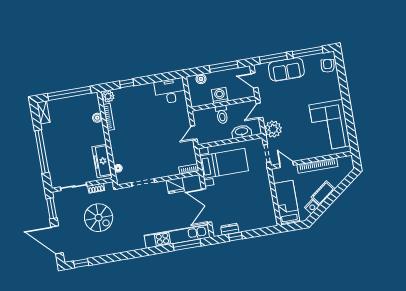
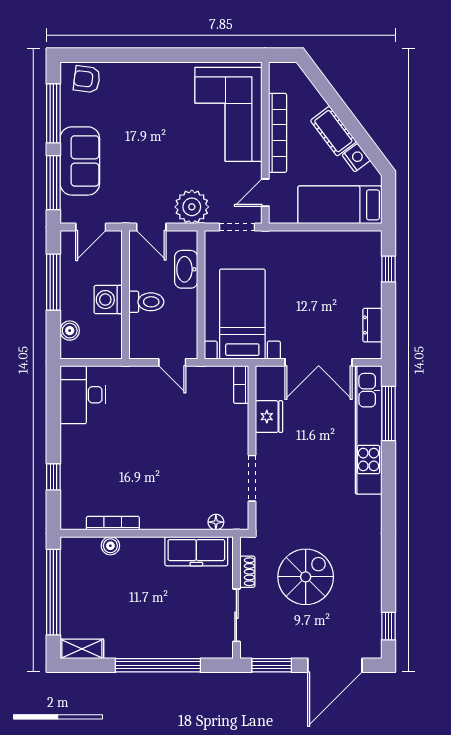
plant: (108, 96) -> (72, 518), removed
corner sofa: (330, 125) -> (228, 114), moved, turned 90
window: (235, 236) -> (388, 269), moved

